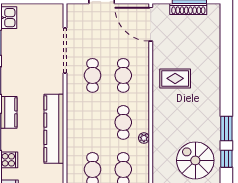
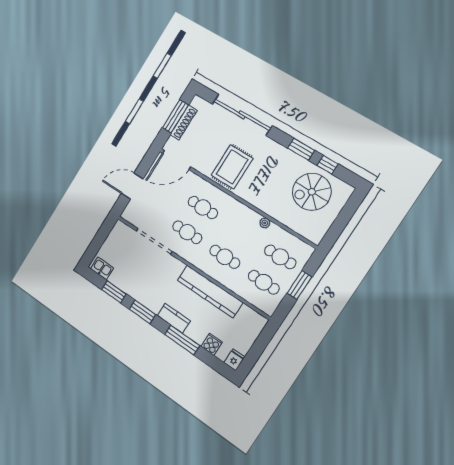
sliding door: (226, 58) -> (242, 115), added
rug: (175, 78) -> (232, 167), width x1.36, depth x1.43
cafe table: (123, 122) -> (225, 257), moved

